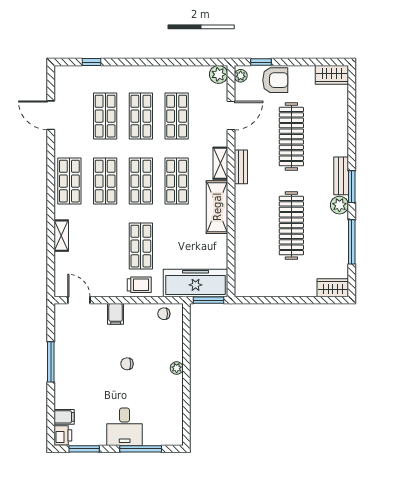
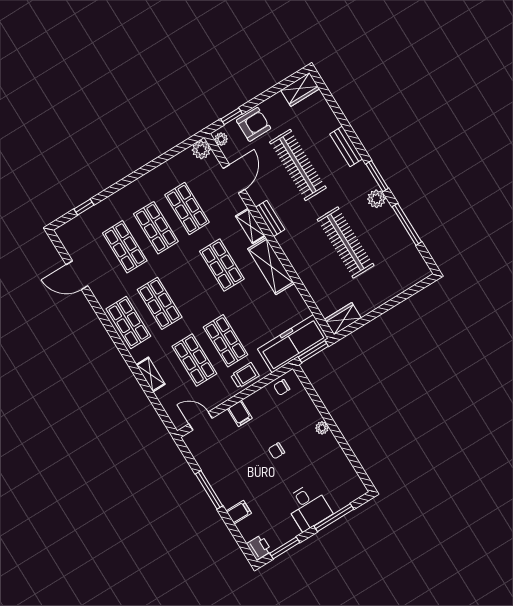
bench: (341, 176) -> (346, 146), moved
shop shelf: (141, 181) -> (194, 360), moved
wardrobe: (333, 288) -> (343, 319), moved
filing cabinet: (64, 417) -> (239, 512), moved

